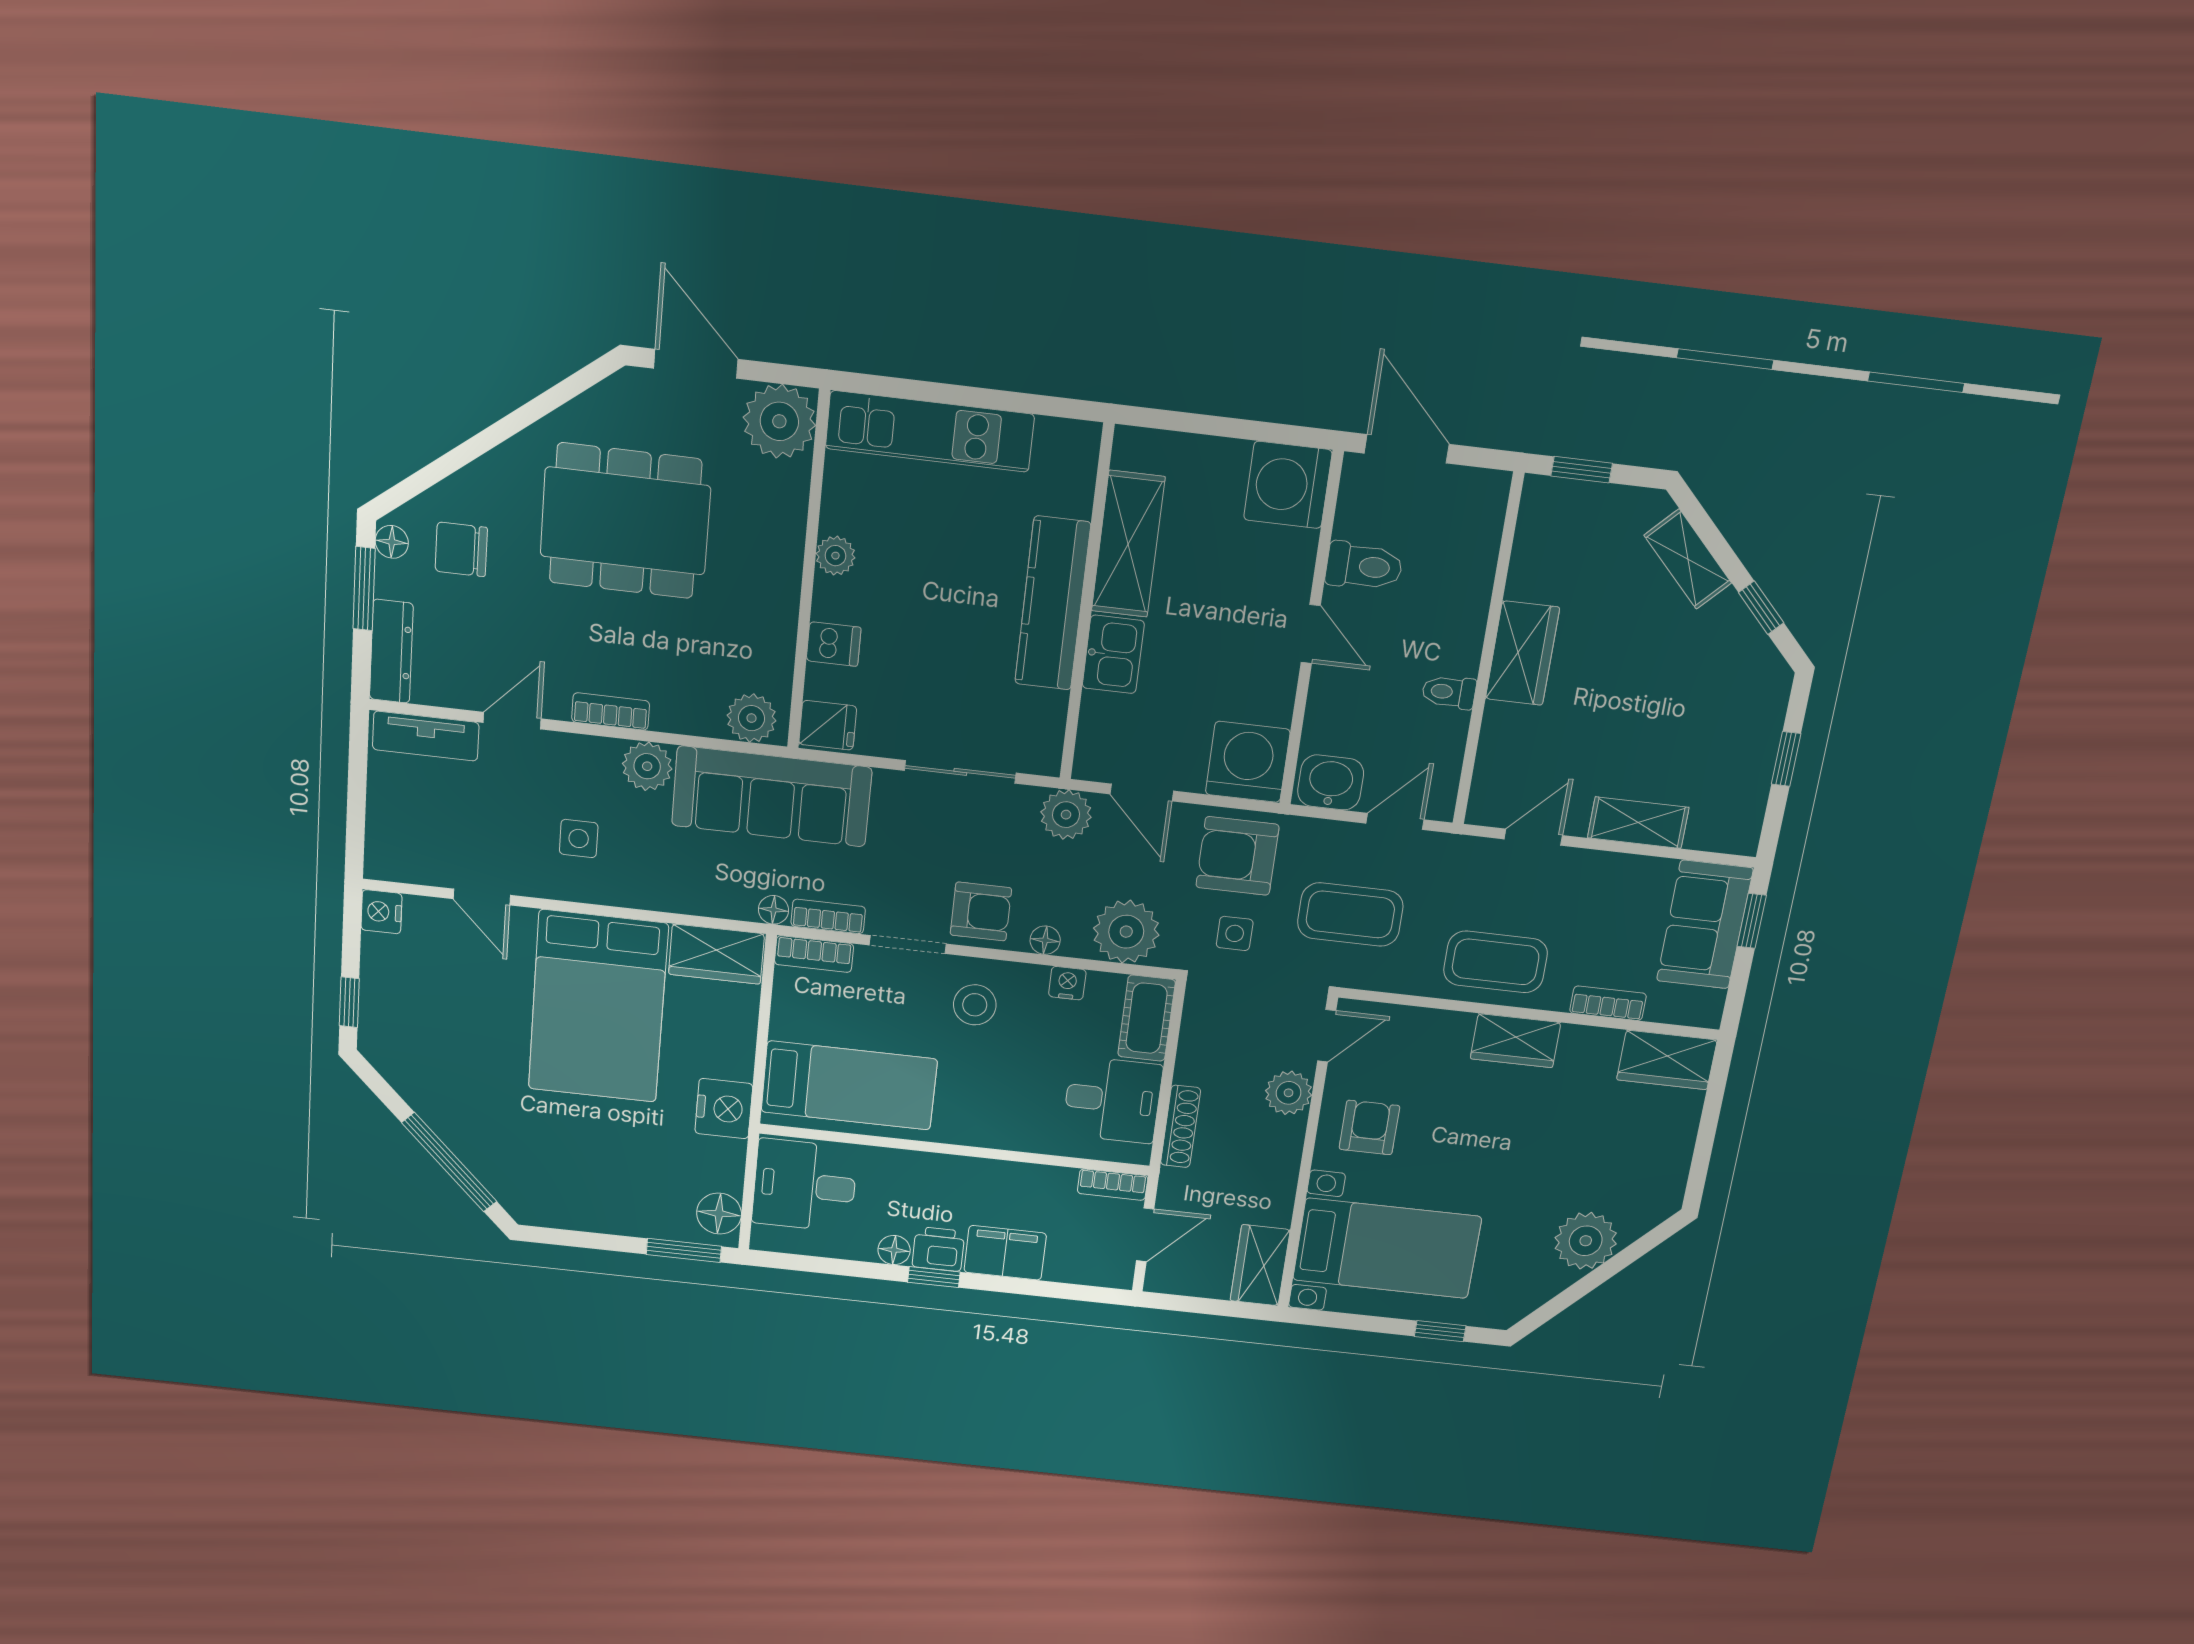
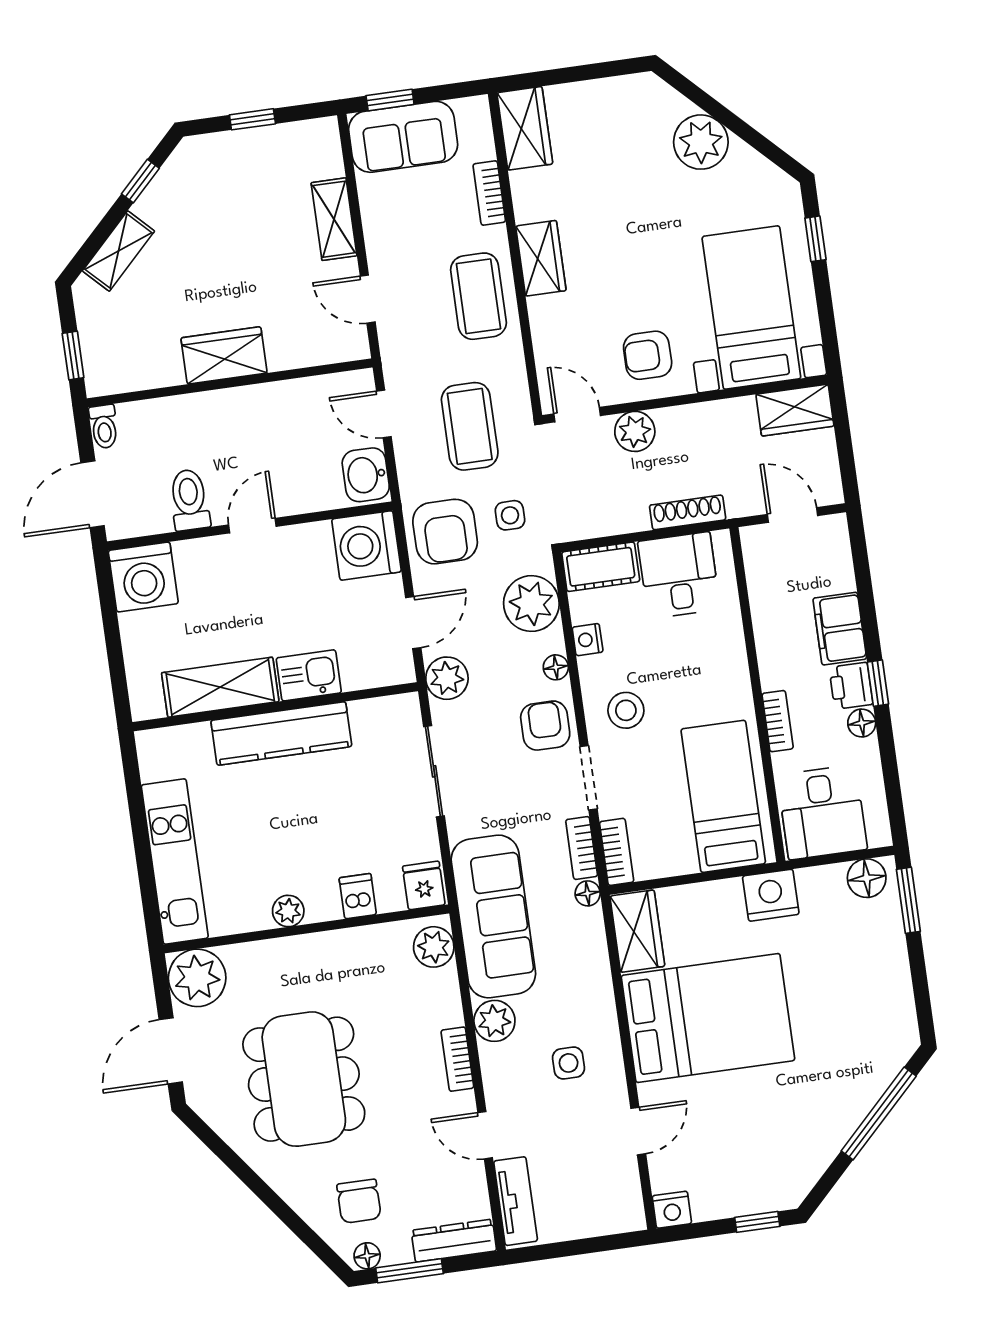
toilet: (1449, 692) -> (104, 427), moved
bookcase: (1113, 1185) -> (778, 721), moved

